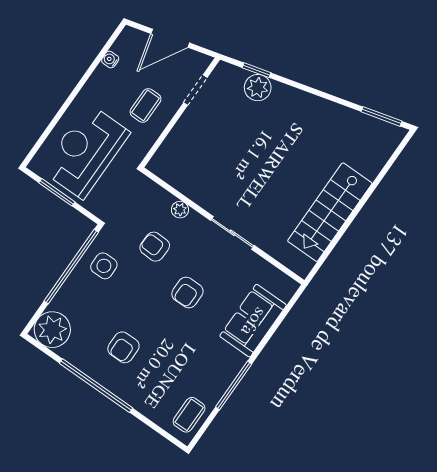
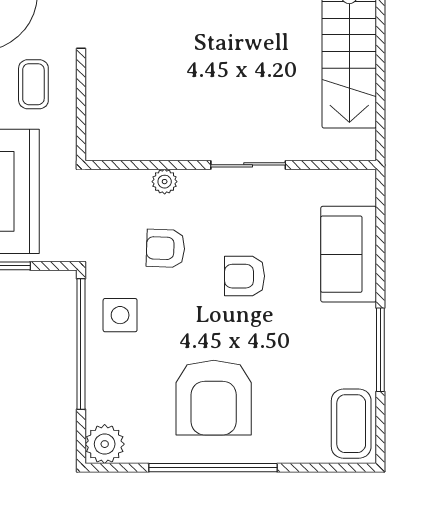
armchair: (187, 292) -> (245, 276), turned 90
plant: (52, 330) -> (105, 444), width x0.73, depth x0.73
armchair: (123, 347) -> (214, 398), width x1.88, depth x1.88
coffee table: (189, 415) -> (351, 424), width x1.36, depth x1.30

